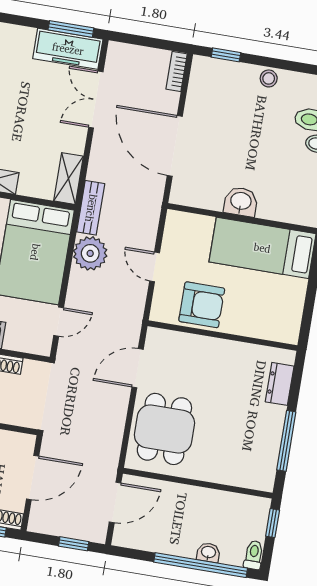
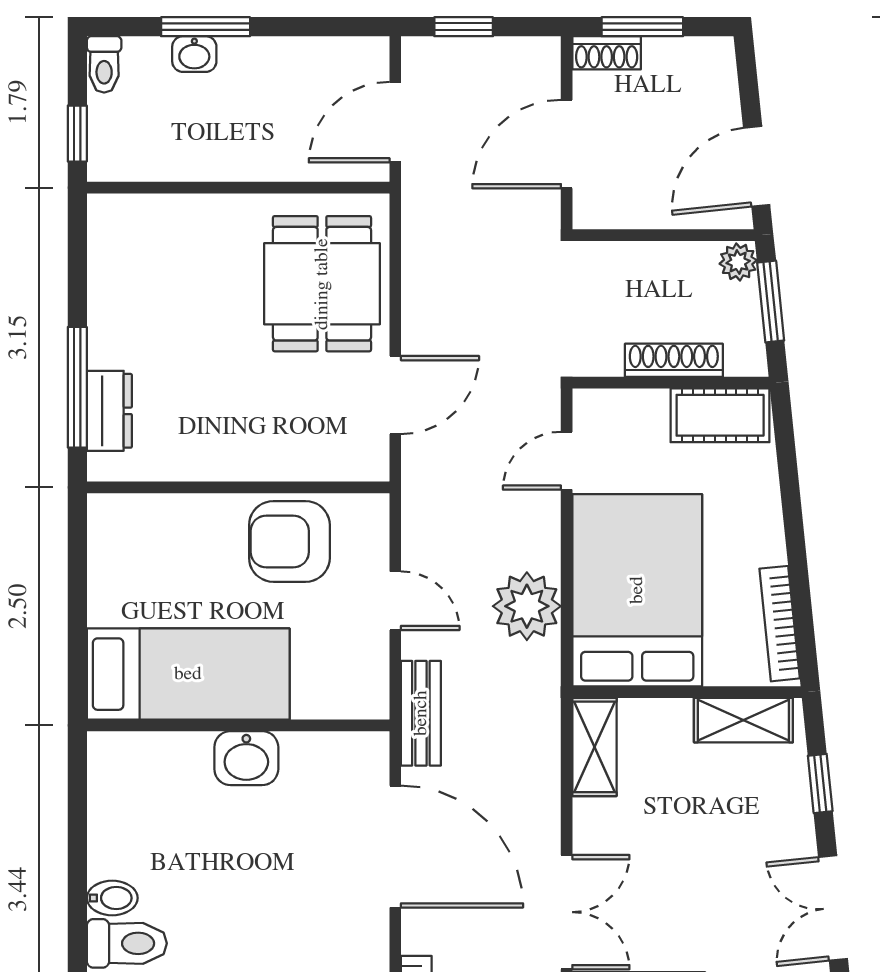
bench: (91, 208) -> (421, 713), moved
window: (286, 441) -> (77, 387), moved
window: (201, 565) -> (206, 27), width x0.47

